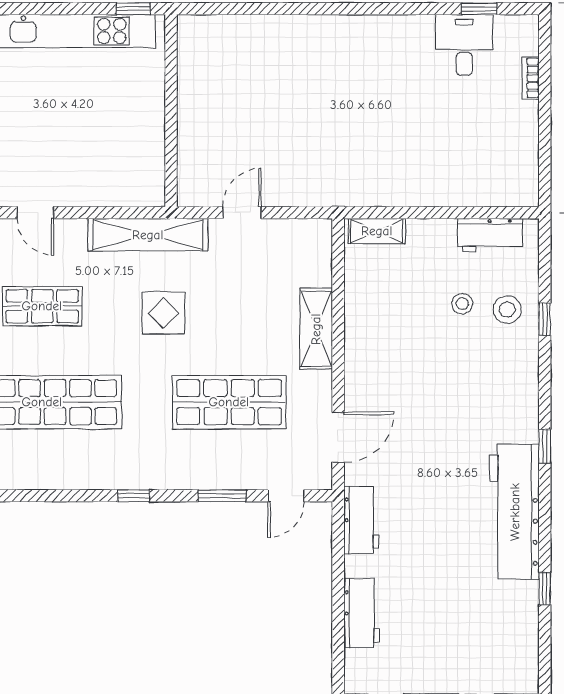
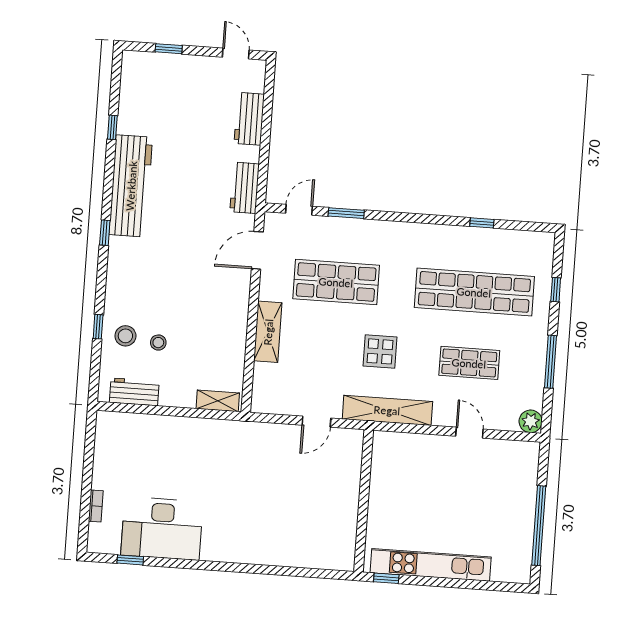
desk: (464, 45) -> (162, 528), width x1.87, depth x1.30
window: (134, 496) -> (482, 223), moved

